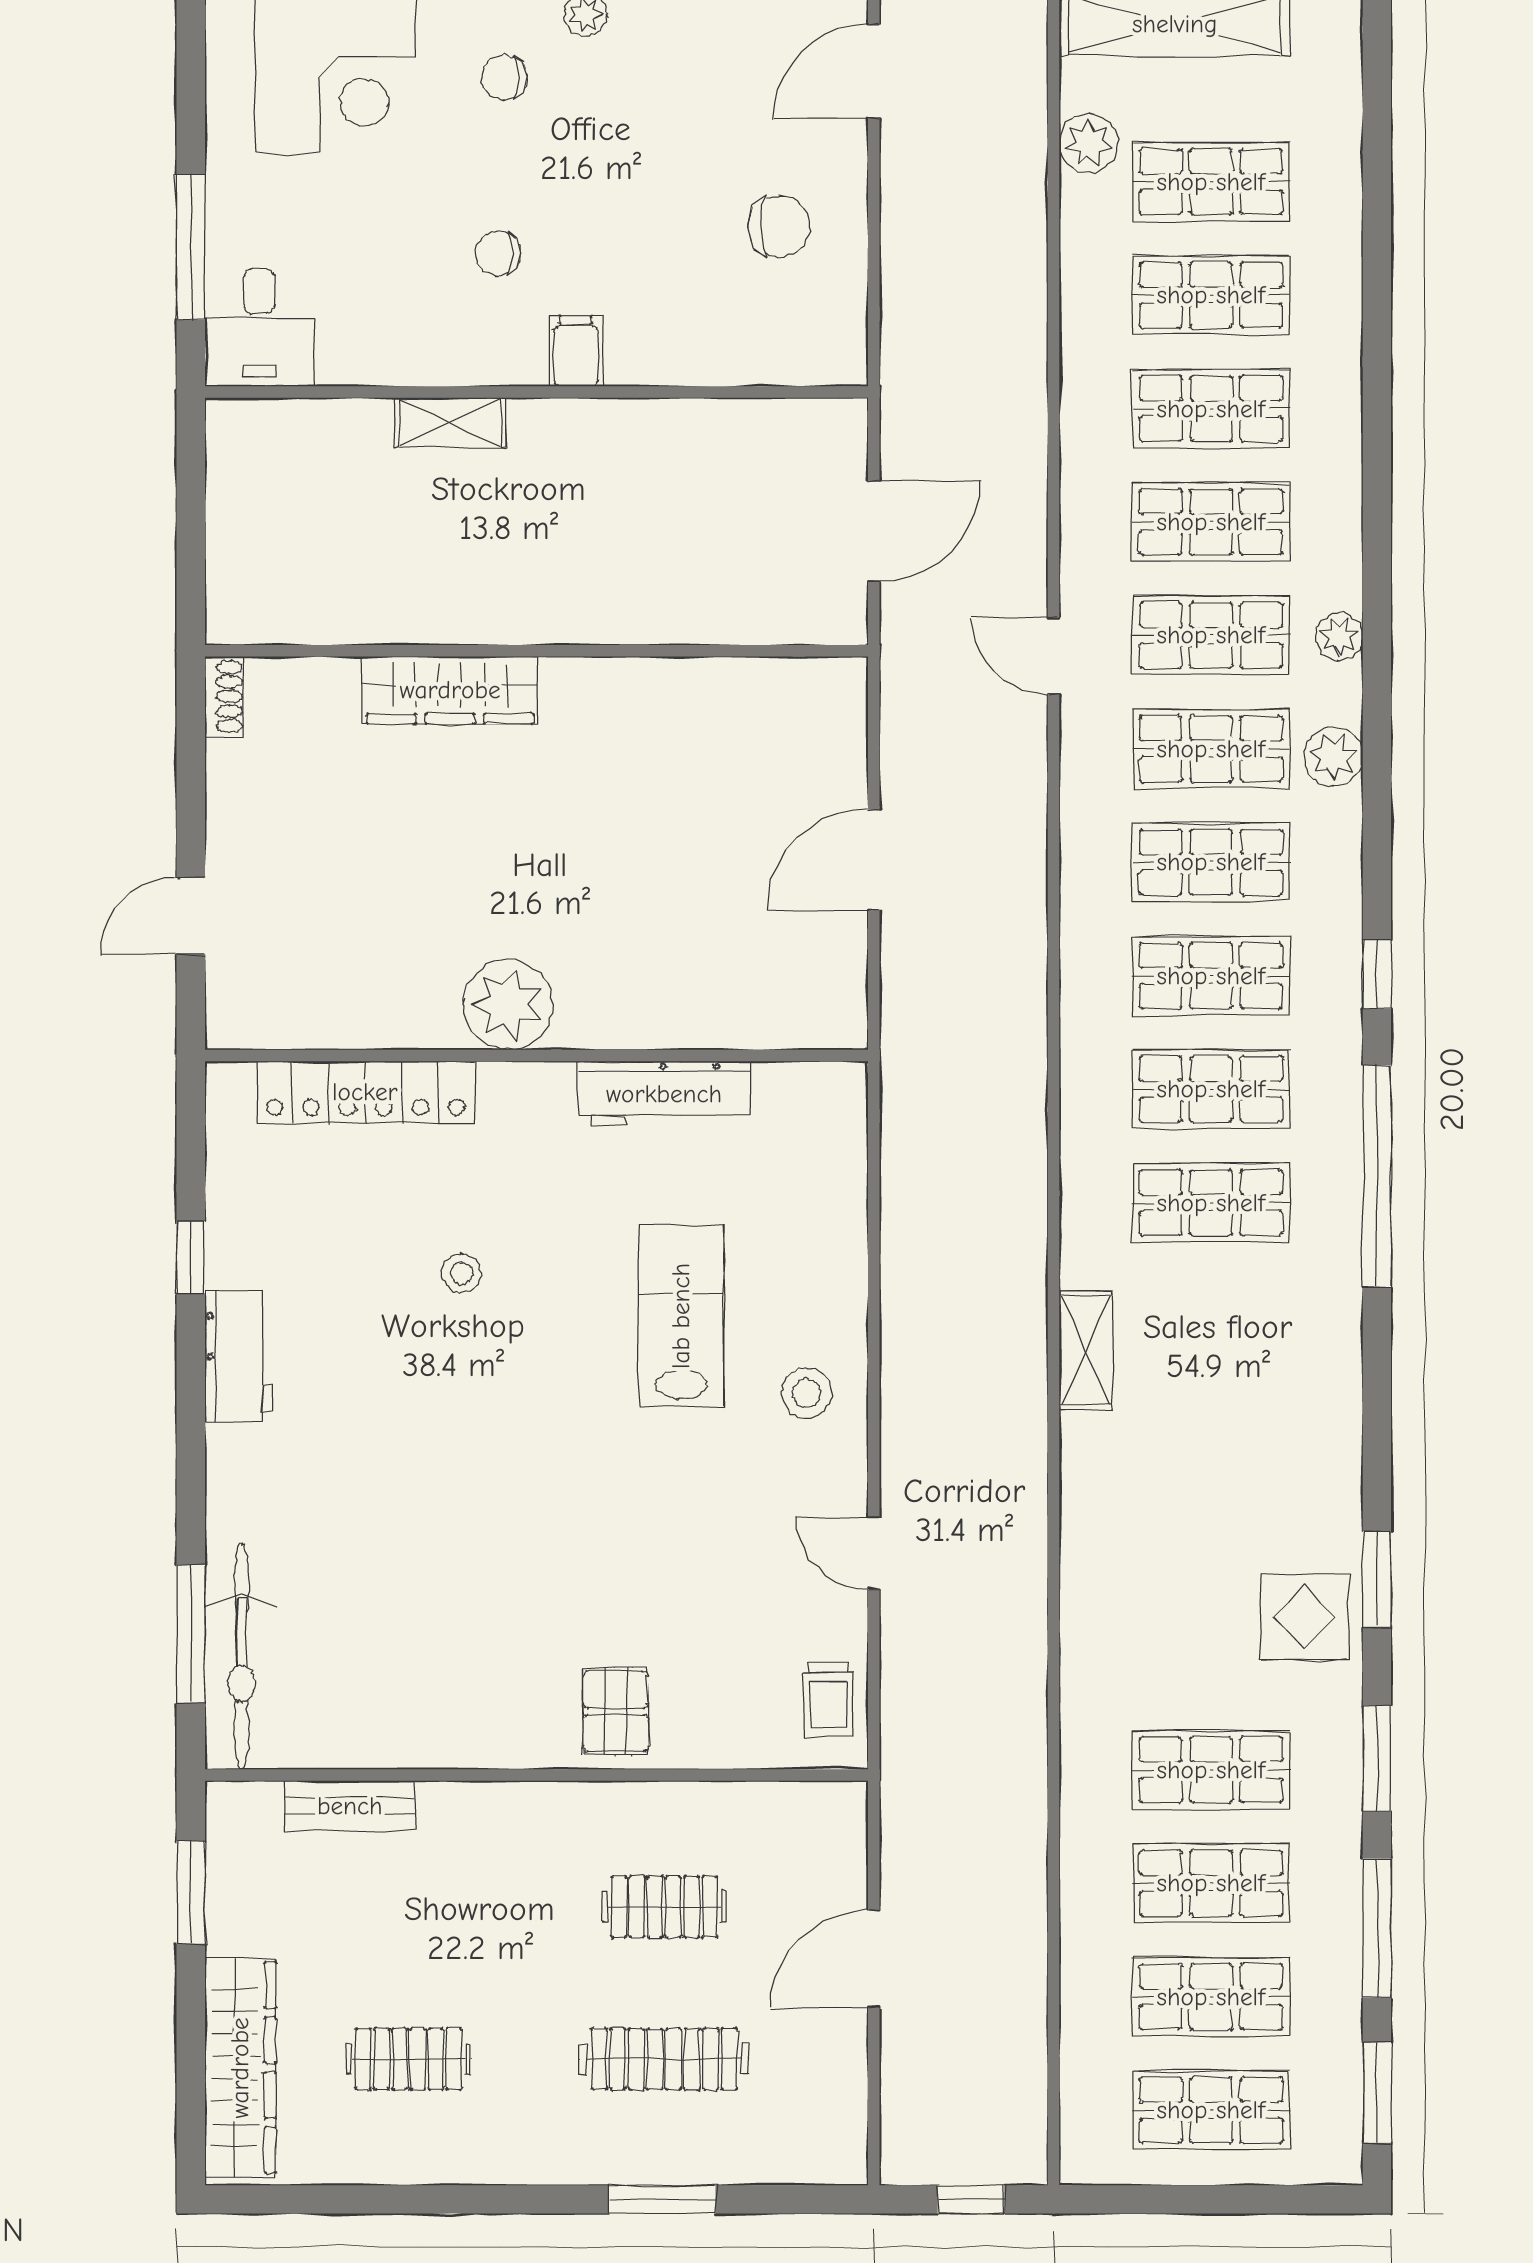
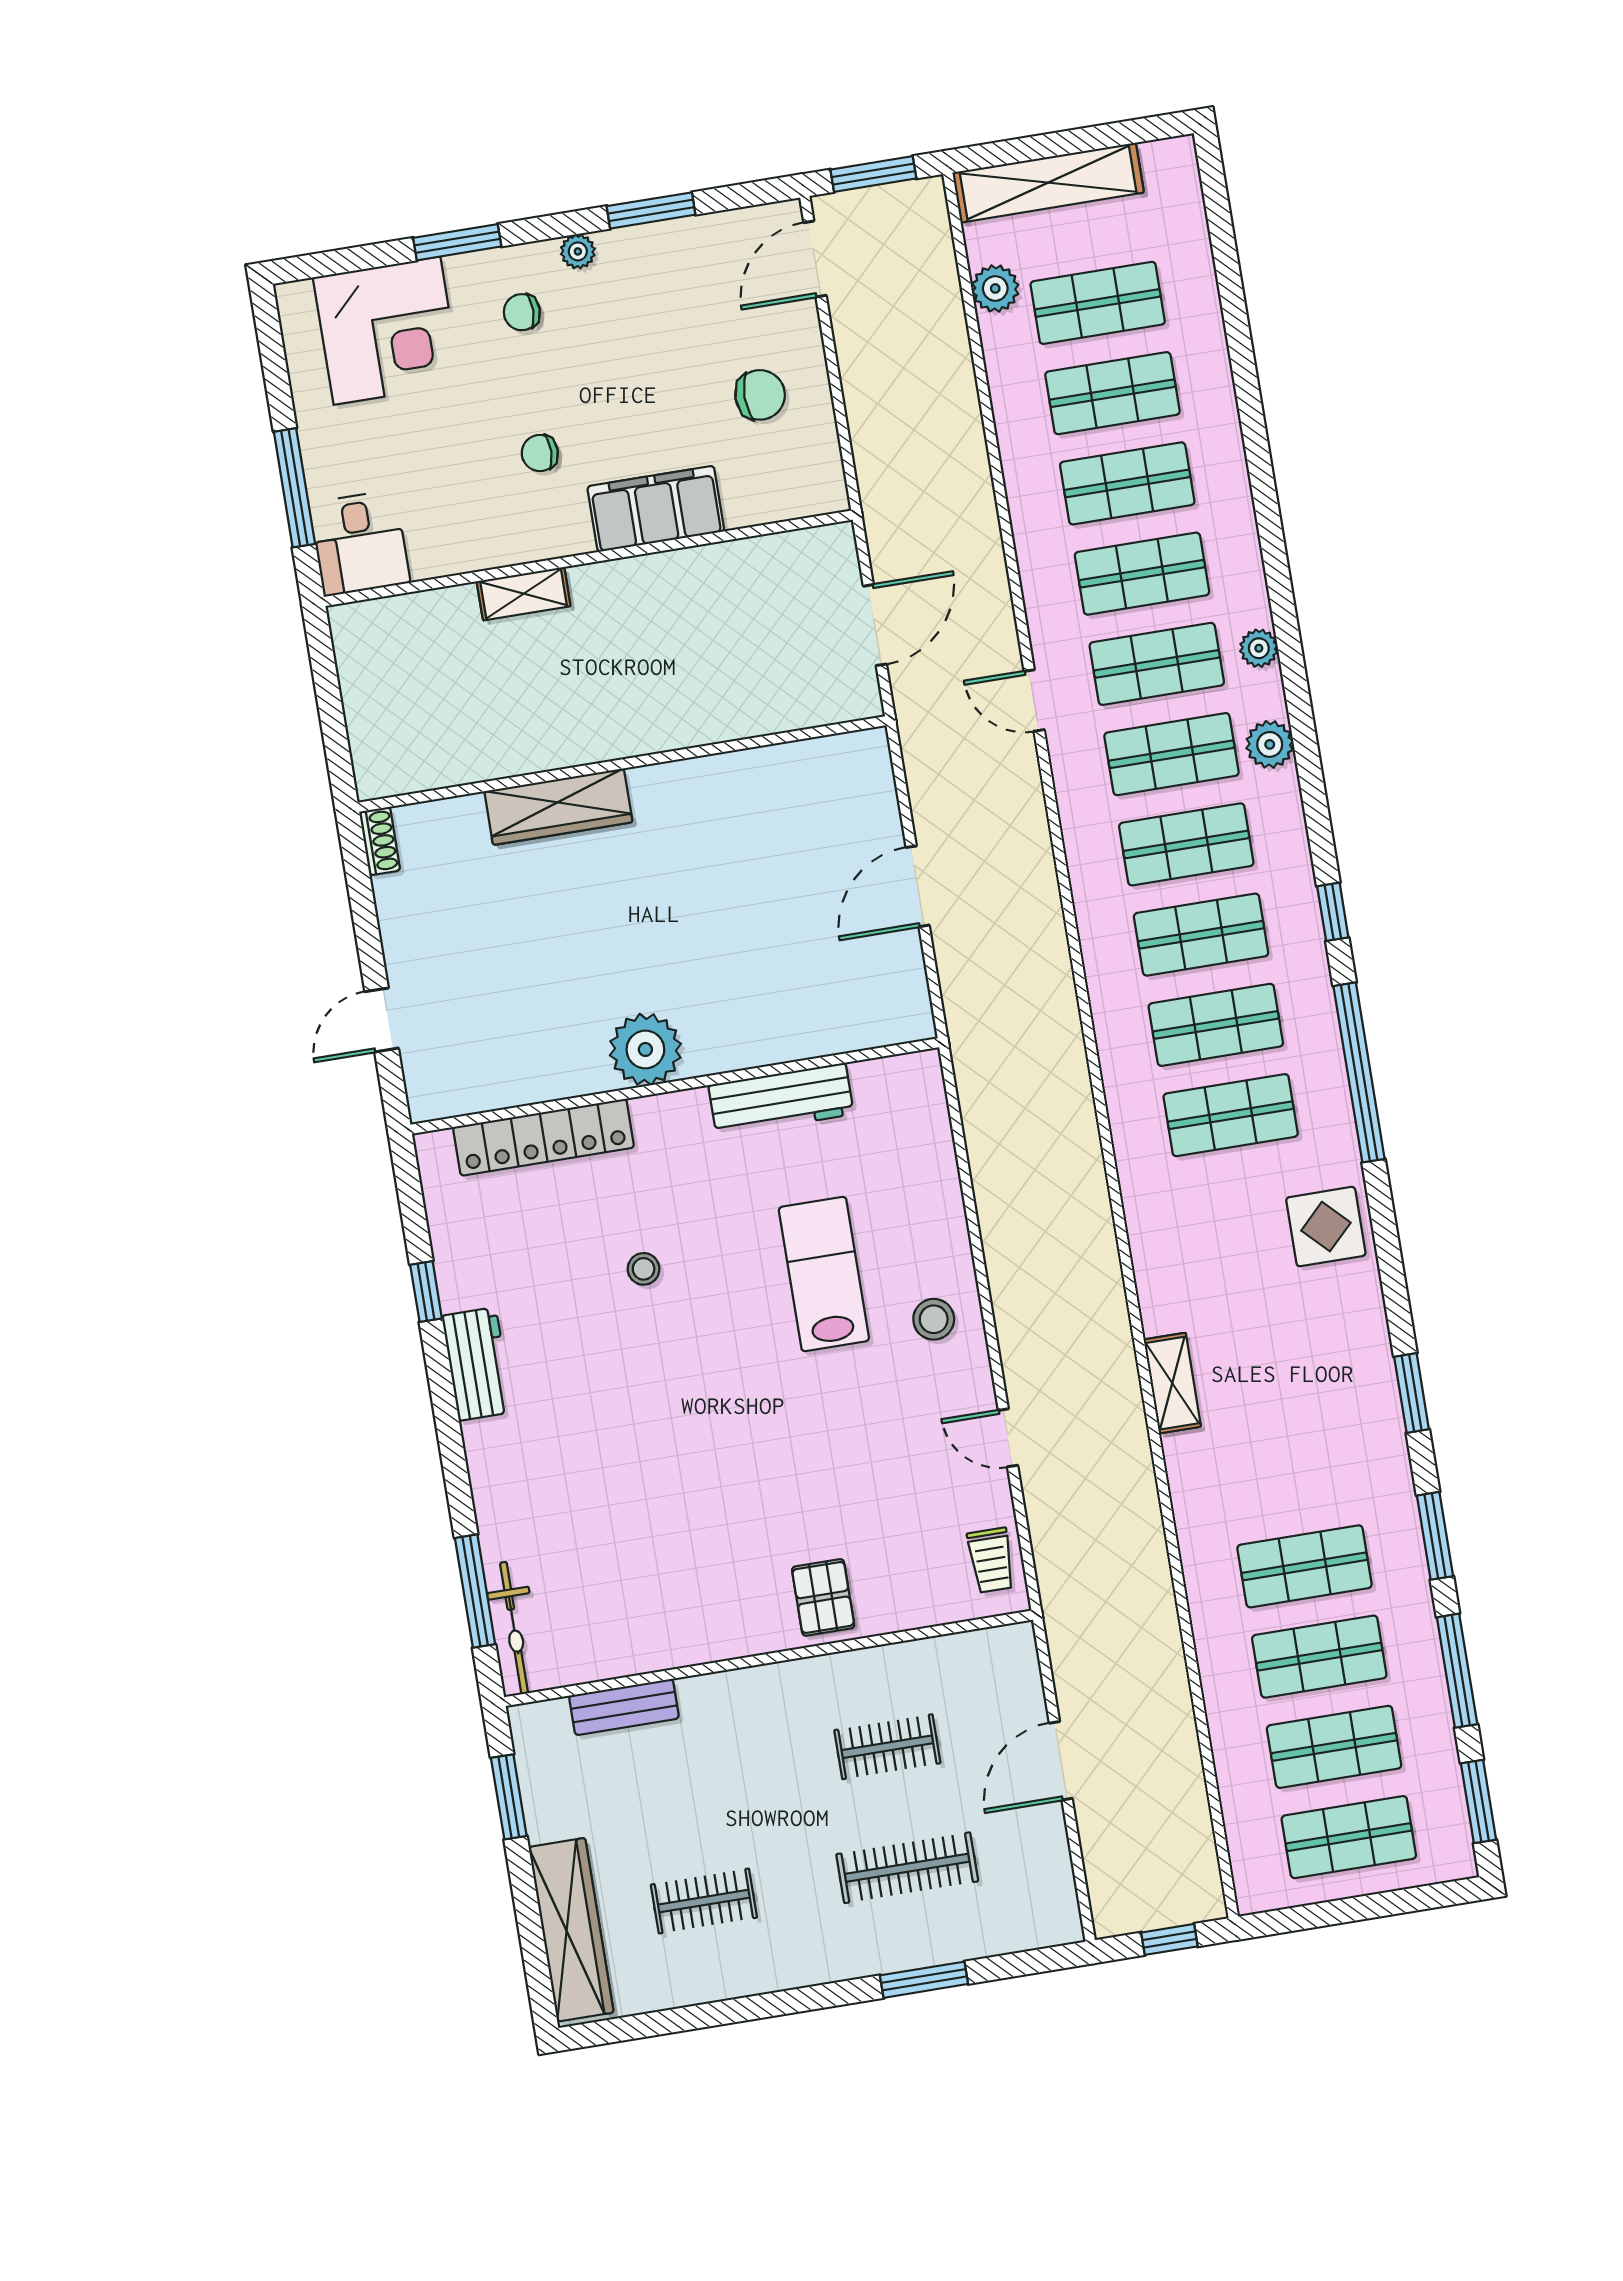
filing cabinet: (576, 351) -> (656, 509), width x3.00, depth x1.17
shelving: (1086, 1350) -> (1172, 1383), moved
display table: (1304, 1617) -> (1326, 1227), moved
bicycle: (241, 1656) -> (514, 1628), width x0.73, depth x0.71

